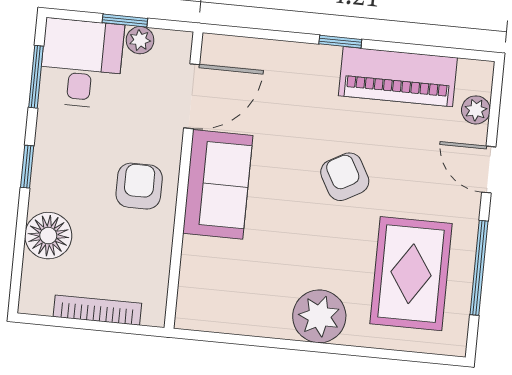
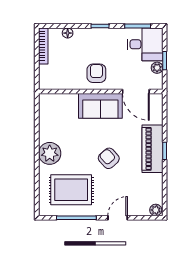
piano: (398, 77) -> (152, 149), moved
plant: (476, 110) -> (156, 210), moved
armchair: (345, 177) -> (109, 158), turned -103
armchair: (139, 186) -> (96, 73), turned -90
floor lamp: (48, 236) -> (68, 33), width x0.53, depth x0.53
bookcase: (97, 310) -> (43, 46), moved

